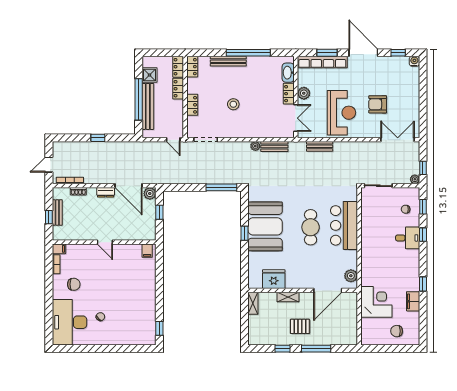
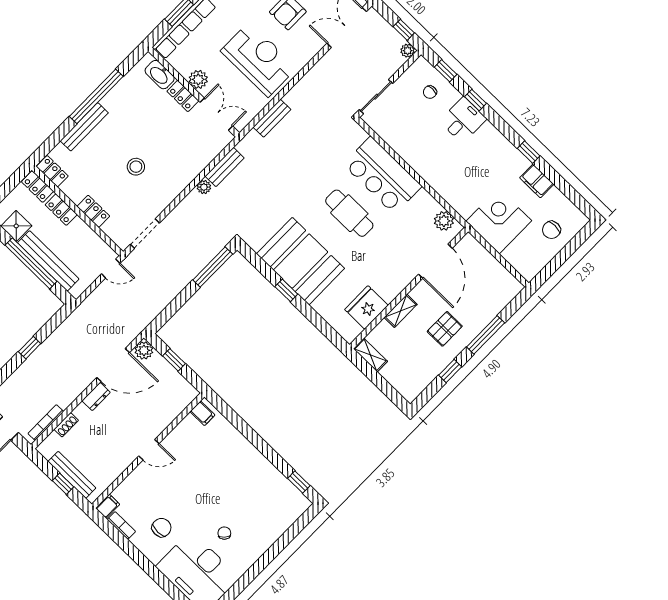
bench: (57, 213) -> (72, 475), width x1.36

